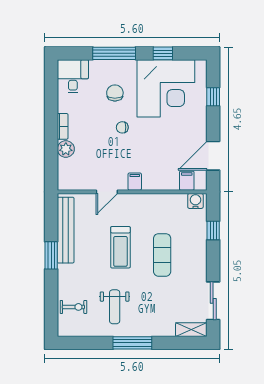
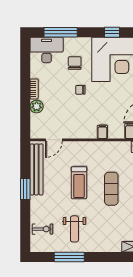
window: (114, 53) -> (61, 32), moved
desk: (73, 76) -> (47, 50), width x1.37
filing cabinet: (135, 182) -> (102, 132), moved
door: (107, 192) -> (54, 140), moved
window: (132, 343) -> (69, 257), moved

